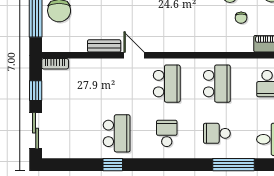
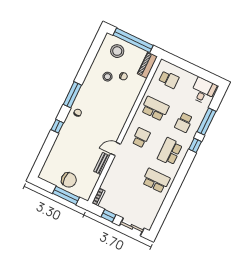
school desk: (167, 84) -> (141, 138), width x0.54
school desk: (167, 133) -> (170, 152), width x1.85
window: (113, 165) -> (195, 145), moved

